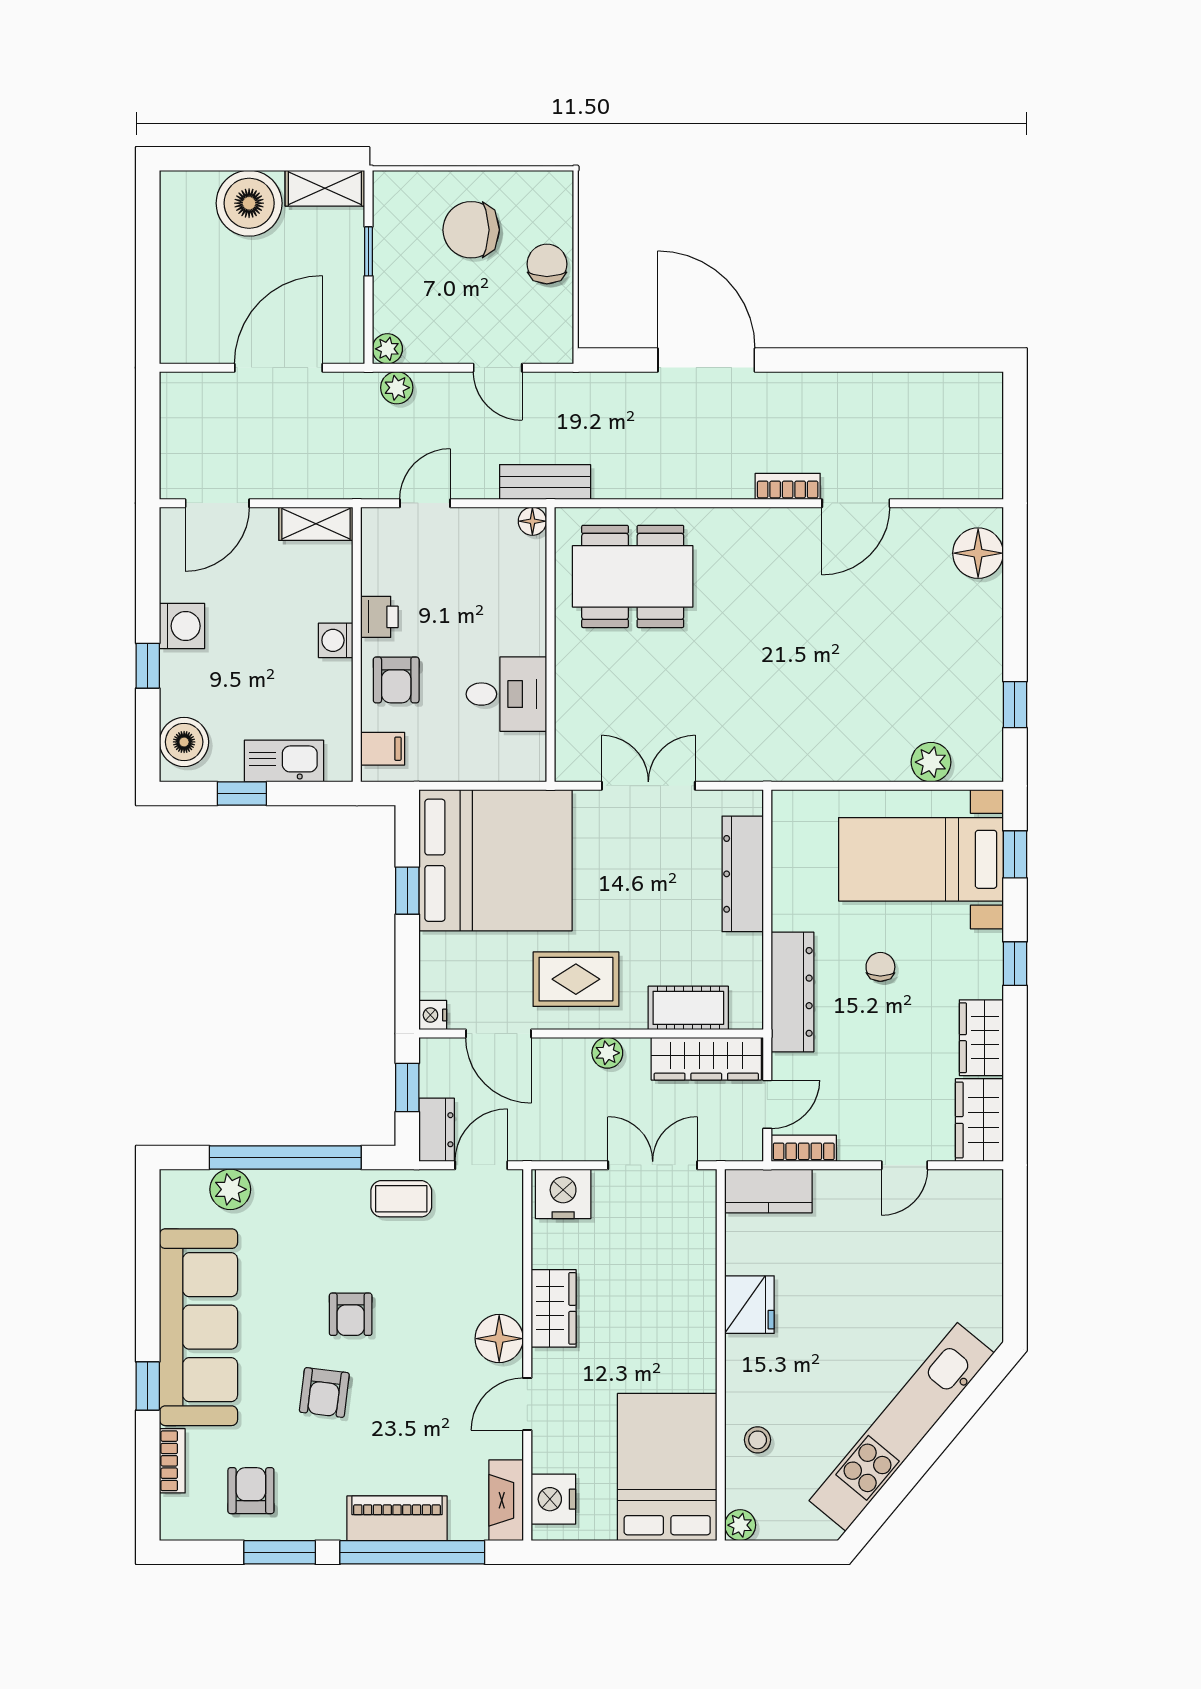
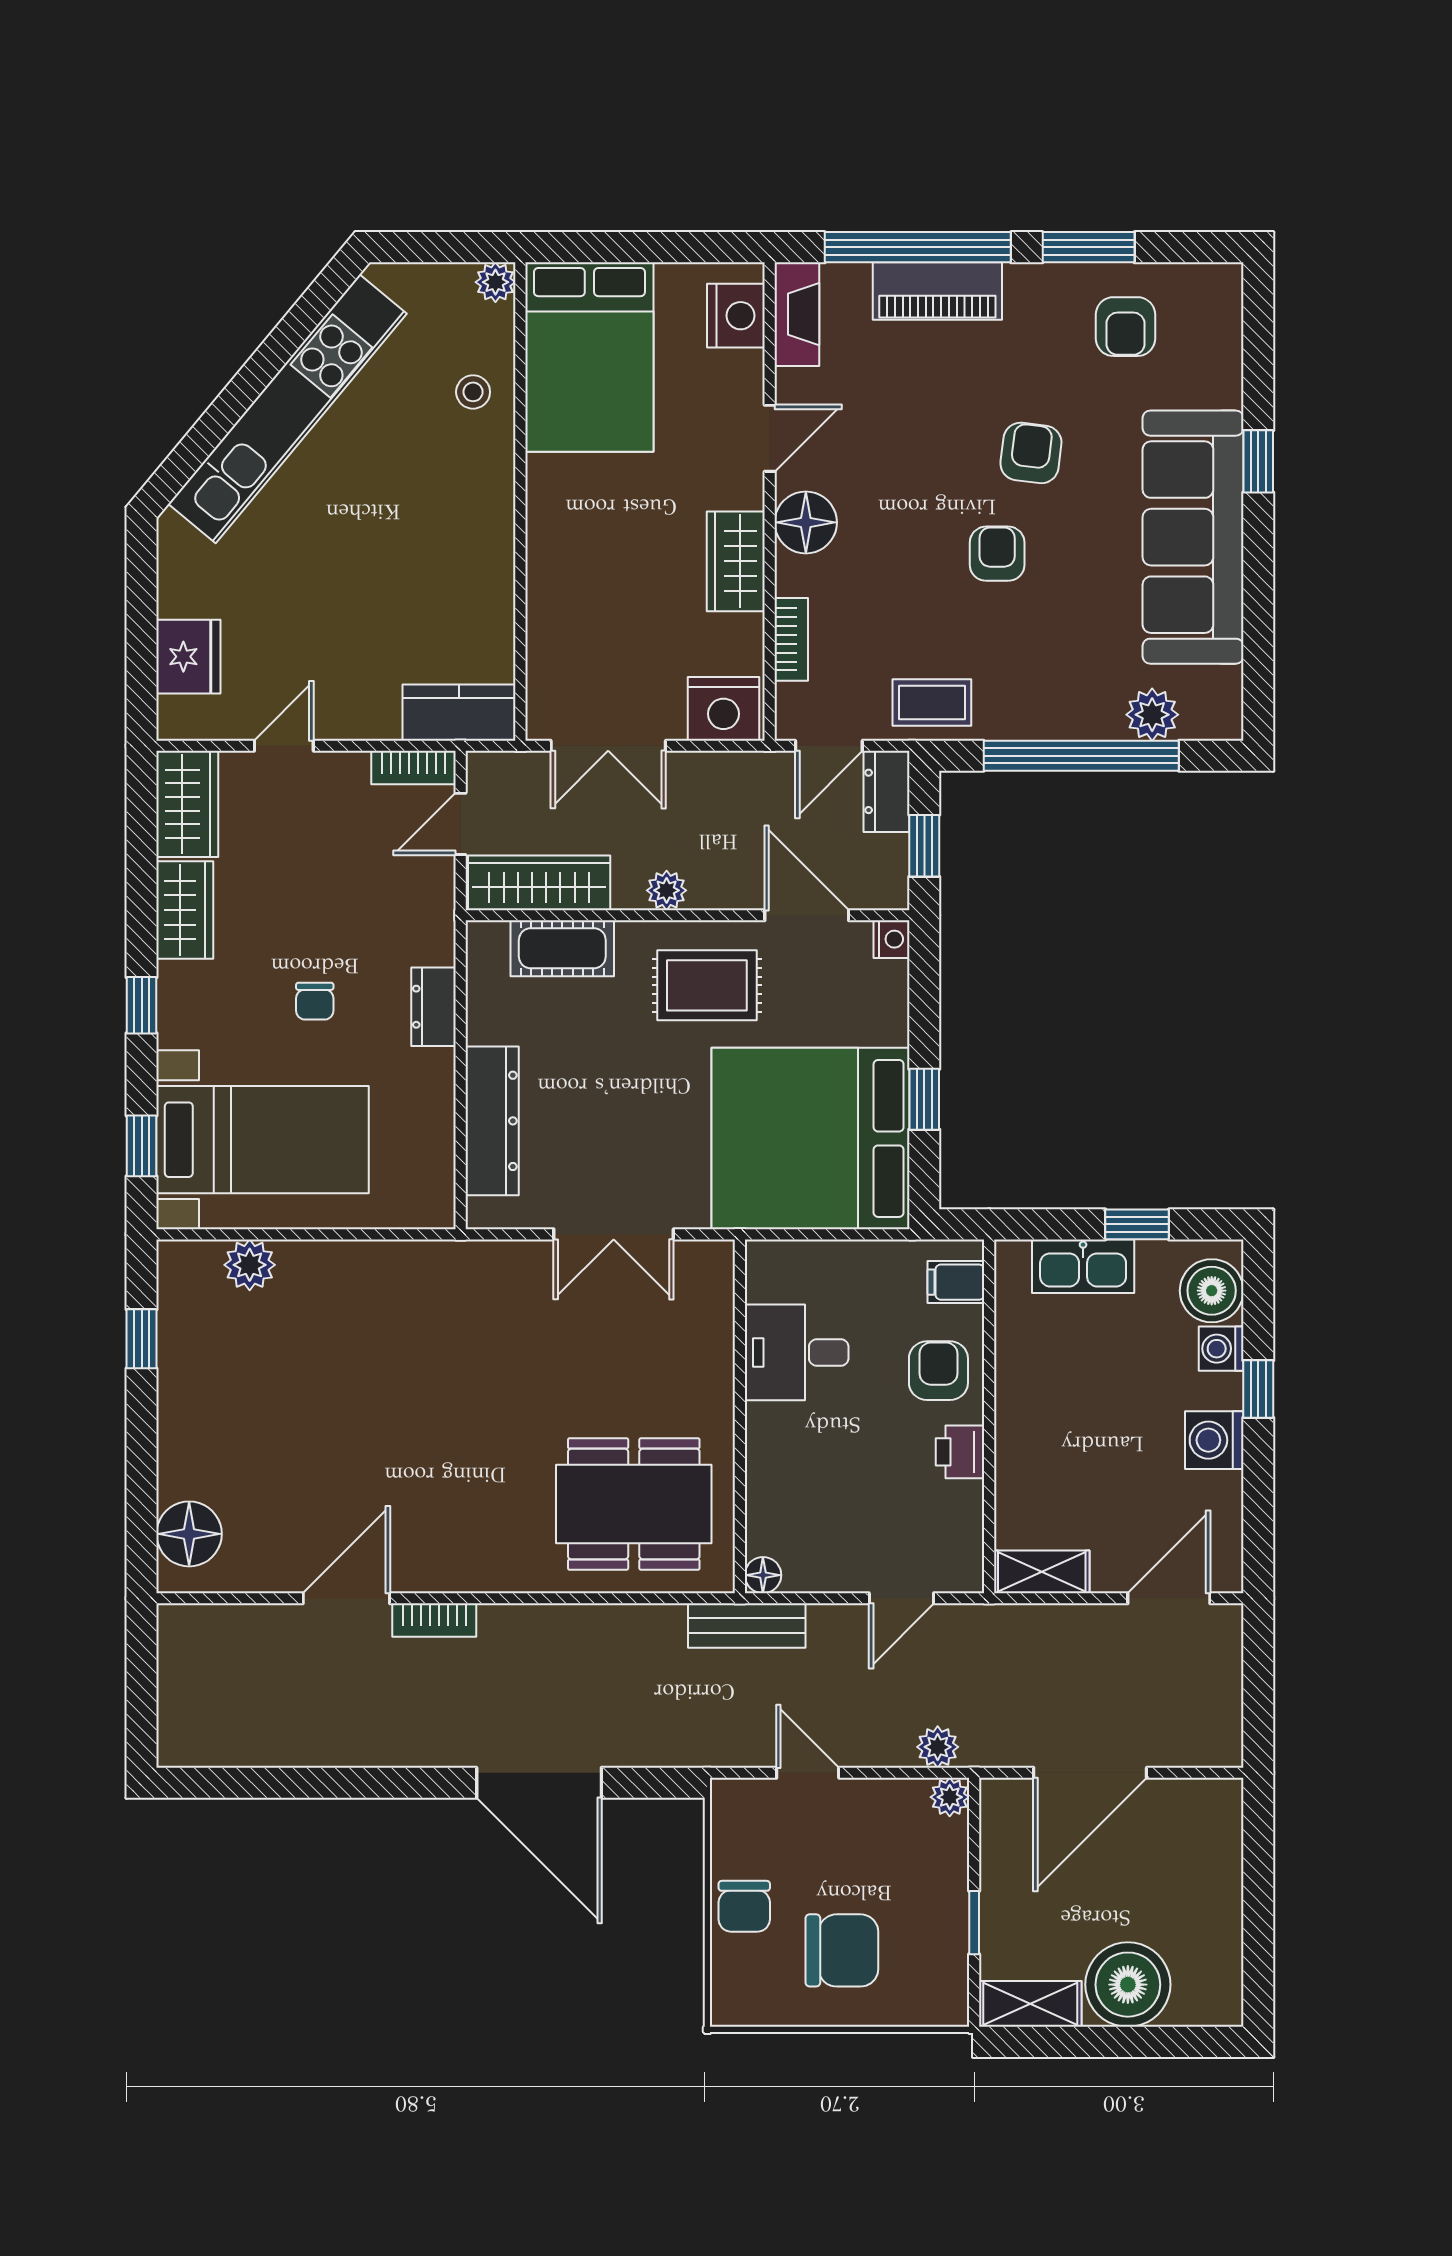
washing machine: (336, 640) -> (1221, 1349), moved, turned 180
dresser: (792, 992) -> (434, 1007), width x0.51, depth x0.80
fridge: (749, 1305) -> (188, 657), moved, turned 180
bookcase: (172, 1461) -> (791, 639), moved, turned 180

